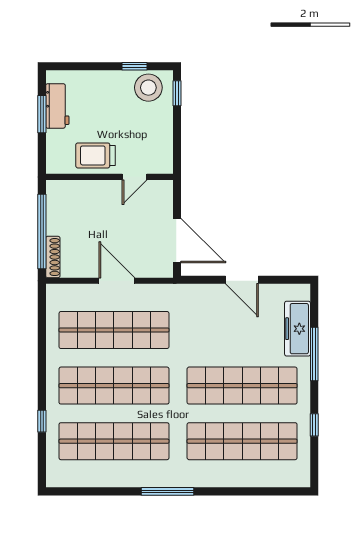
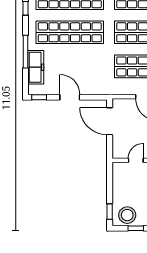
window: (292, 280) -> (39, 97), added

